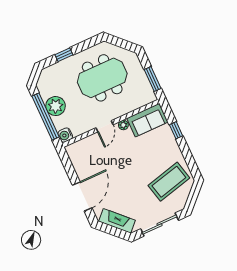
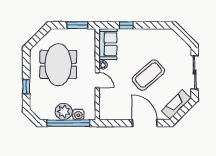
water cooler: (65, 135) -> (78, 114), moved
coffee table: (169, 182) -> (148, 75), moved, turned 63

